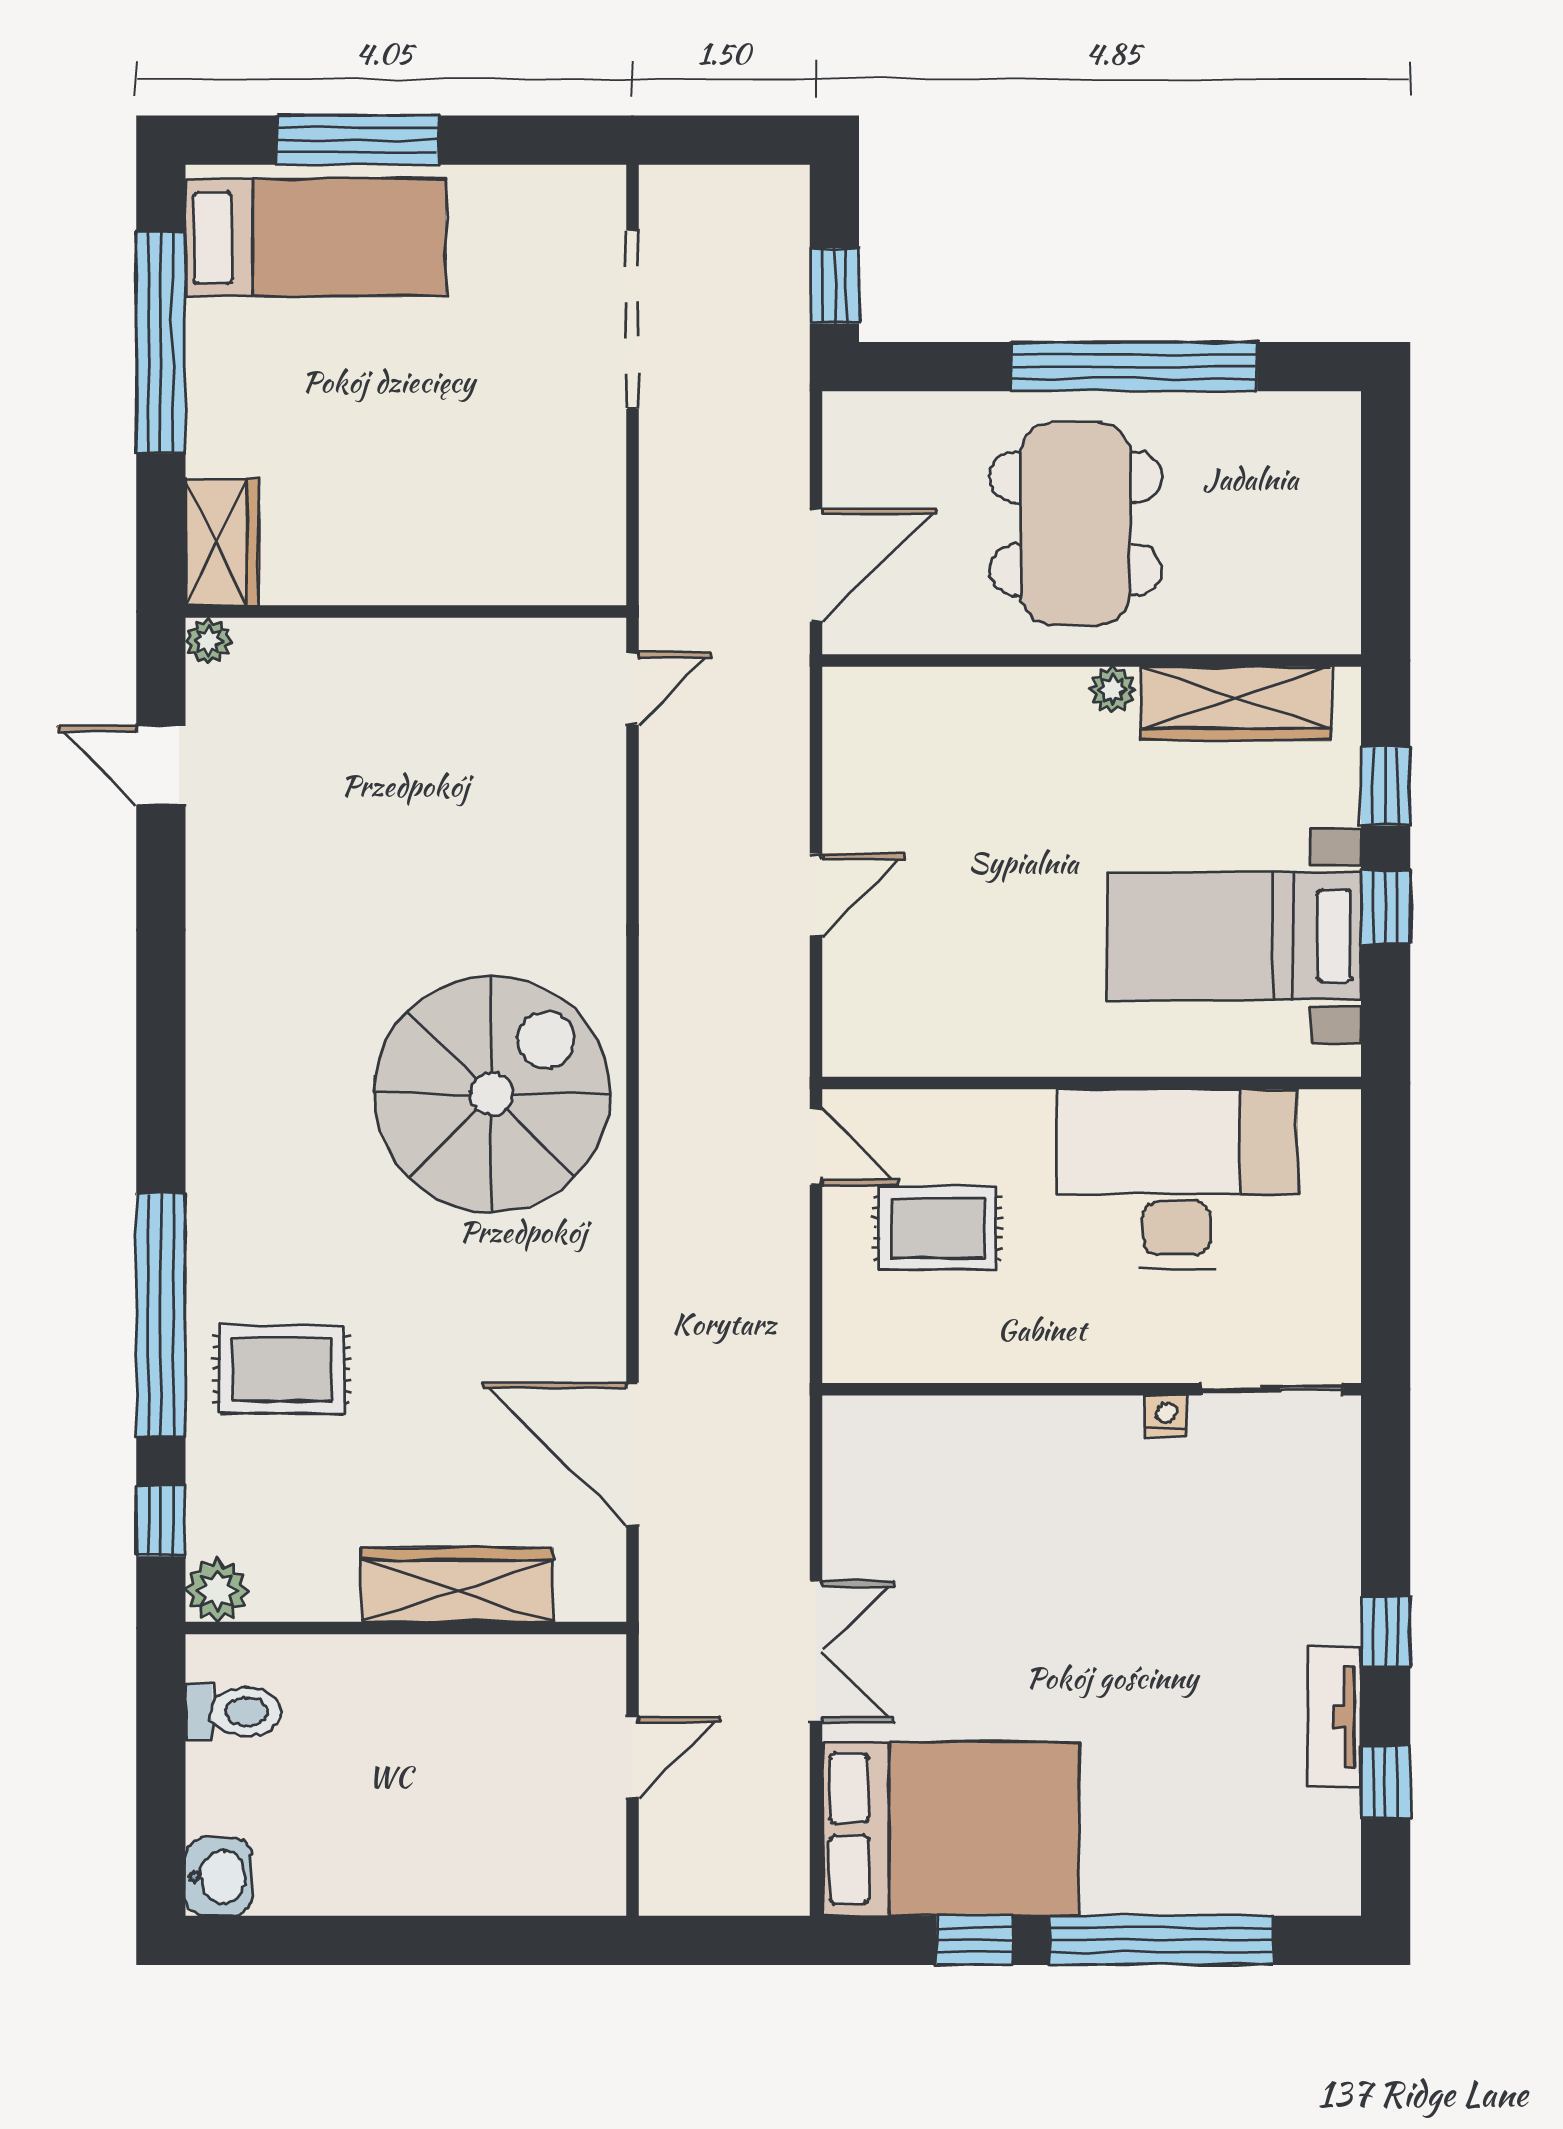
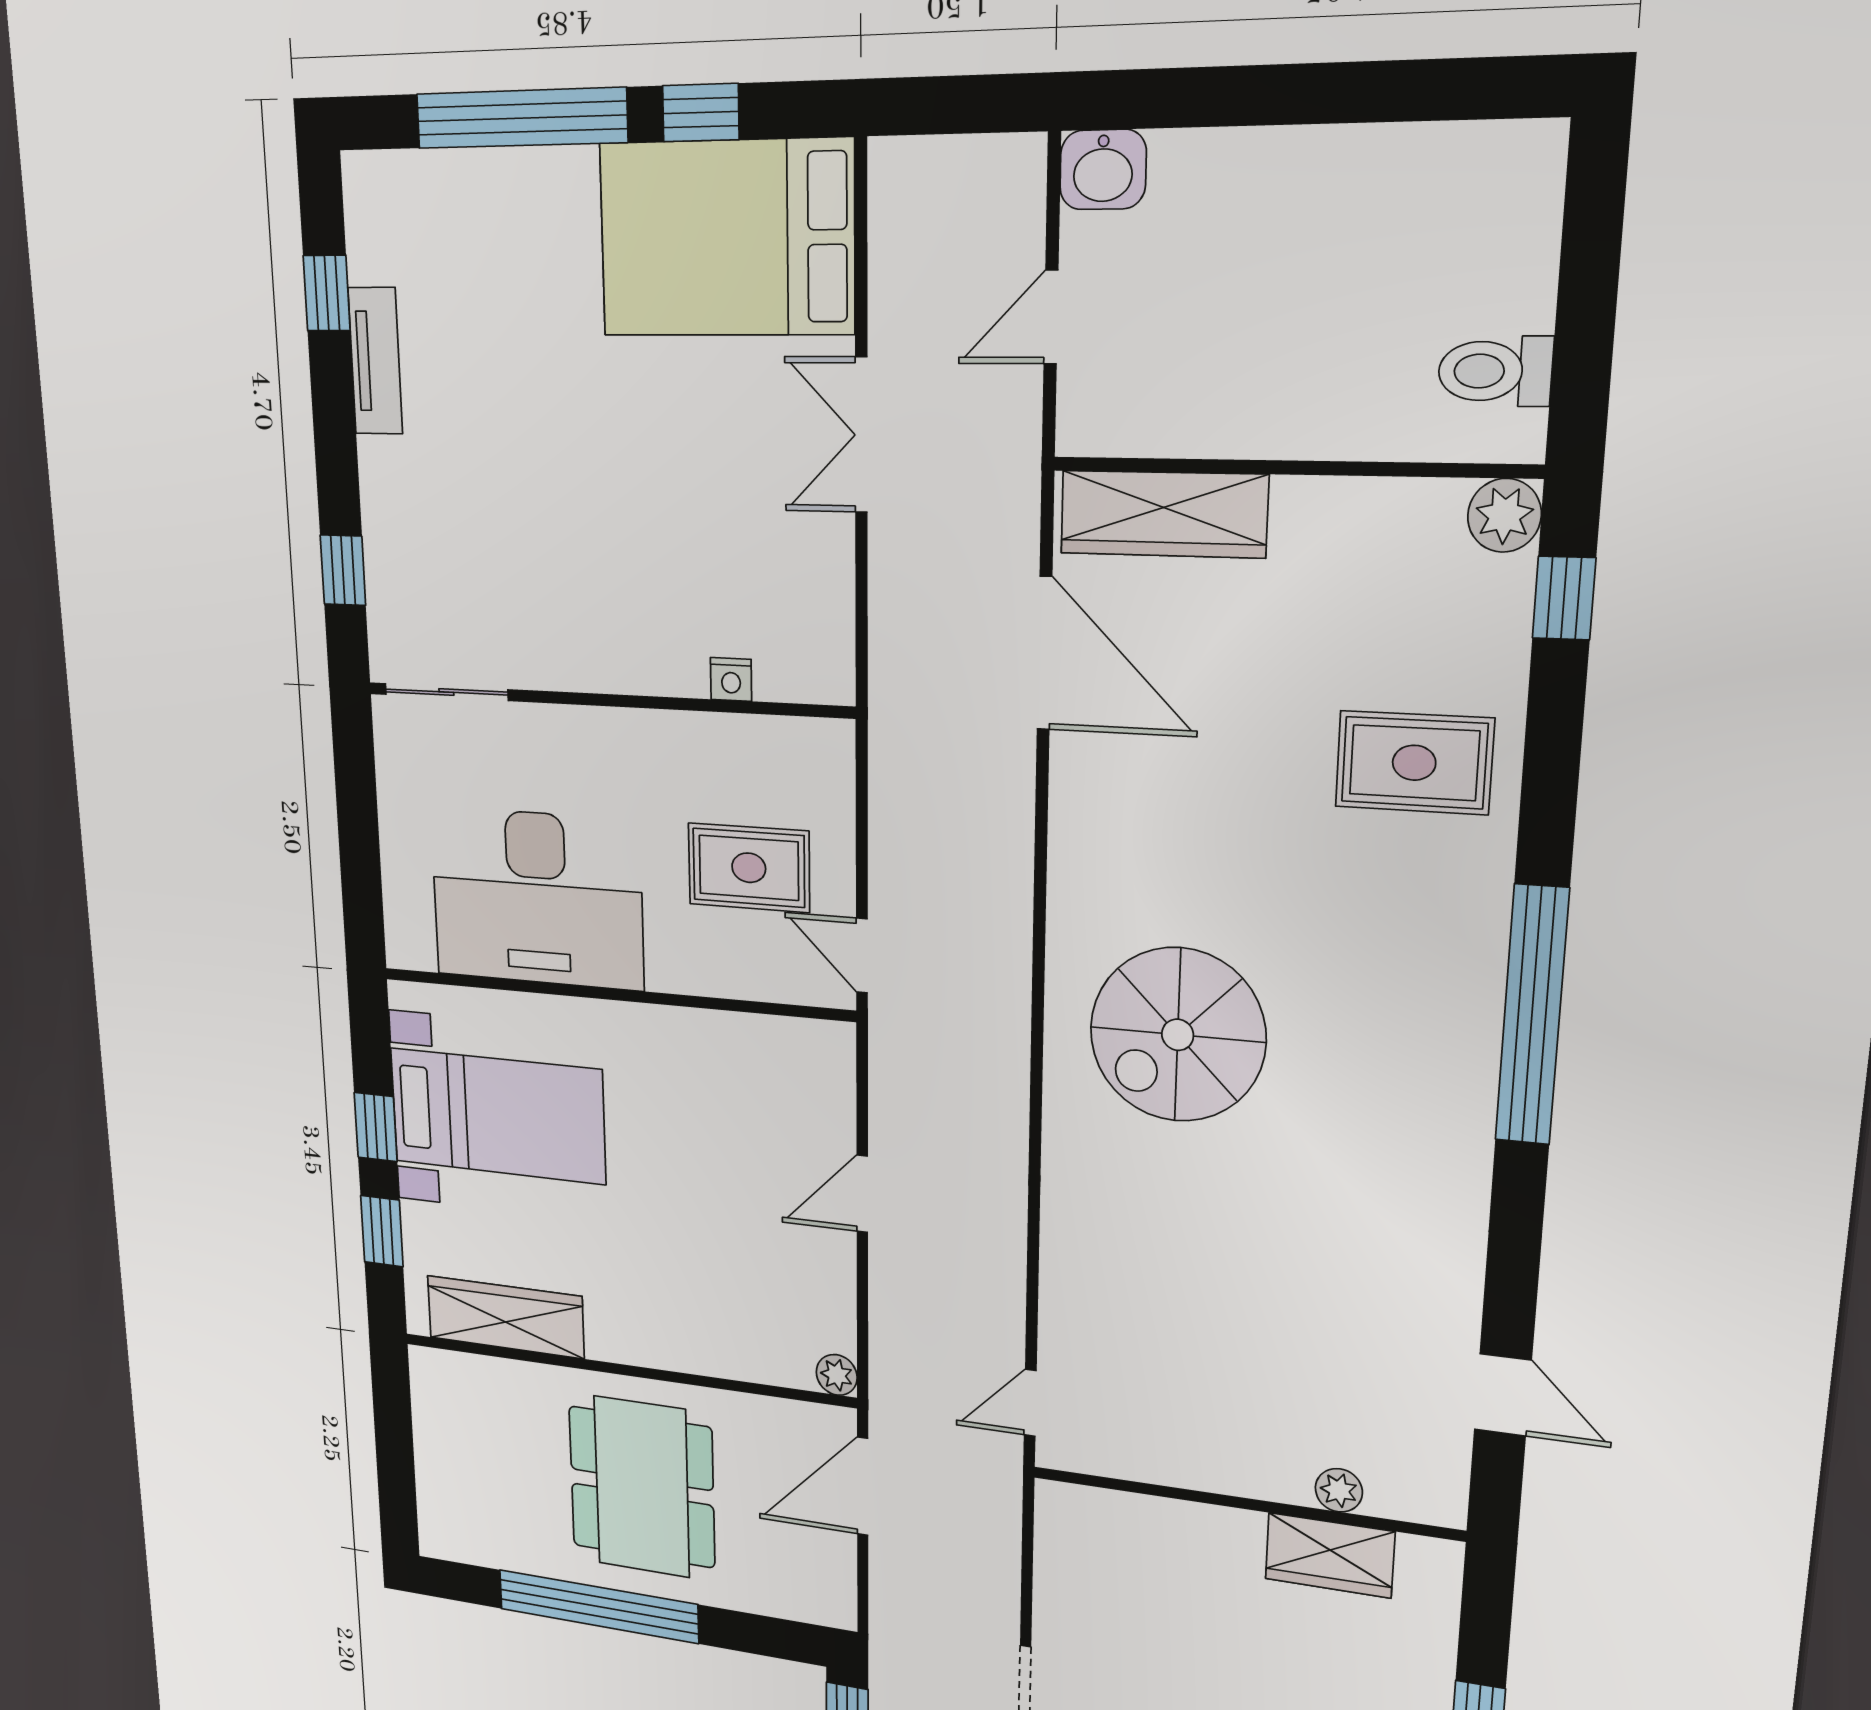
wardrobe: (222, 542) -> (1330, 1555), moved, turned -90
plant: (209, 641) -> (1339, 1490), moved
plant: (1113, 690) -> (837, 1375), moved
spiral stairs: (492, 1094) -> (1178, 1035), width x0.73, depth x0.73
window: (161, 1315) -> (1532, 1016), moved
nightstand: (1166, 1416) -> (731, 679), moved
wardrobe: (457, 1585) -> (1163, 514), moved
window: (1386, 1632) -> (343, 570), moved
washbasin: (219, 1877) -> (1103, 170), moved, turned -90

